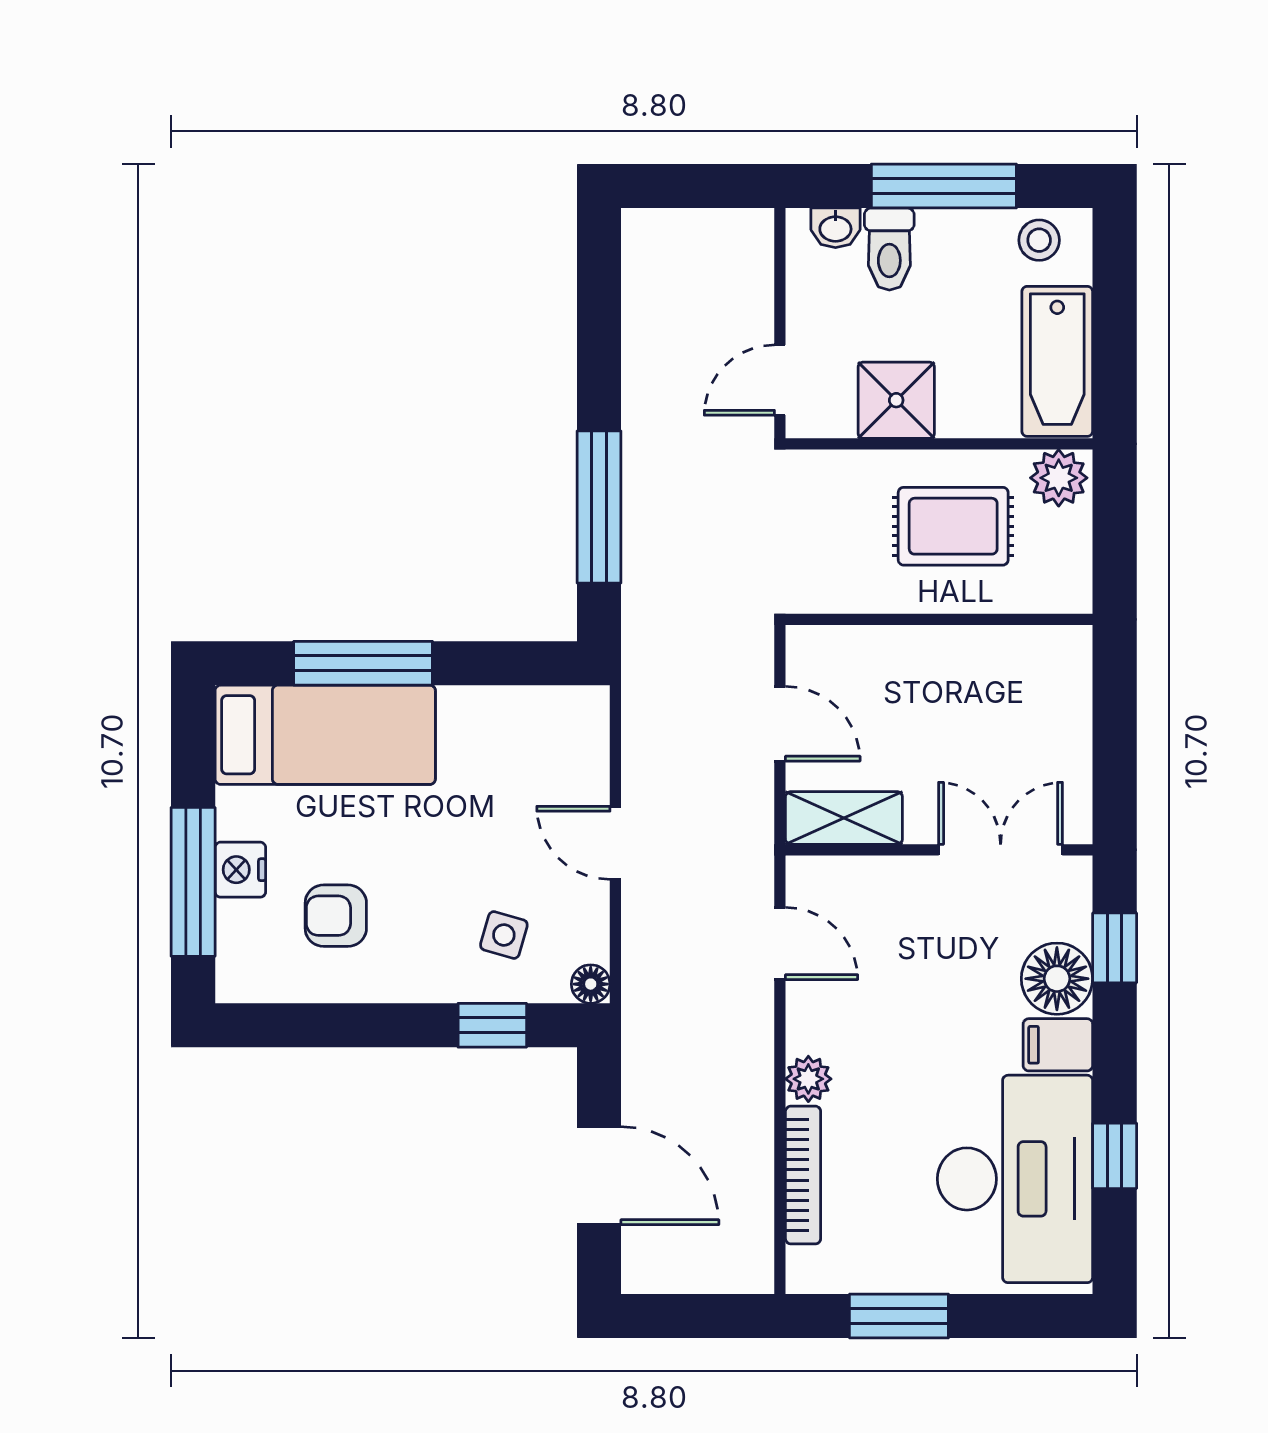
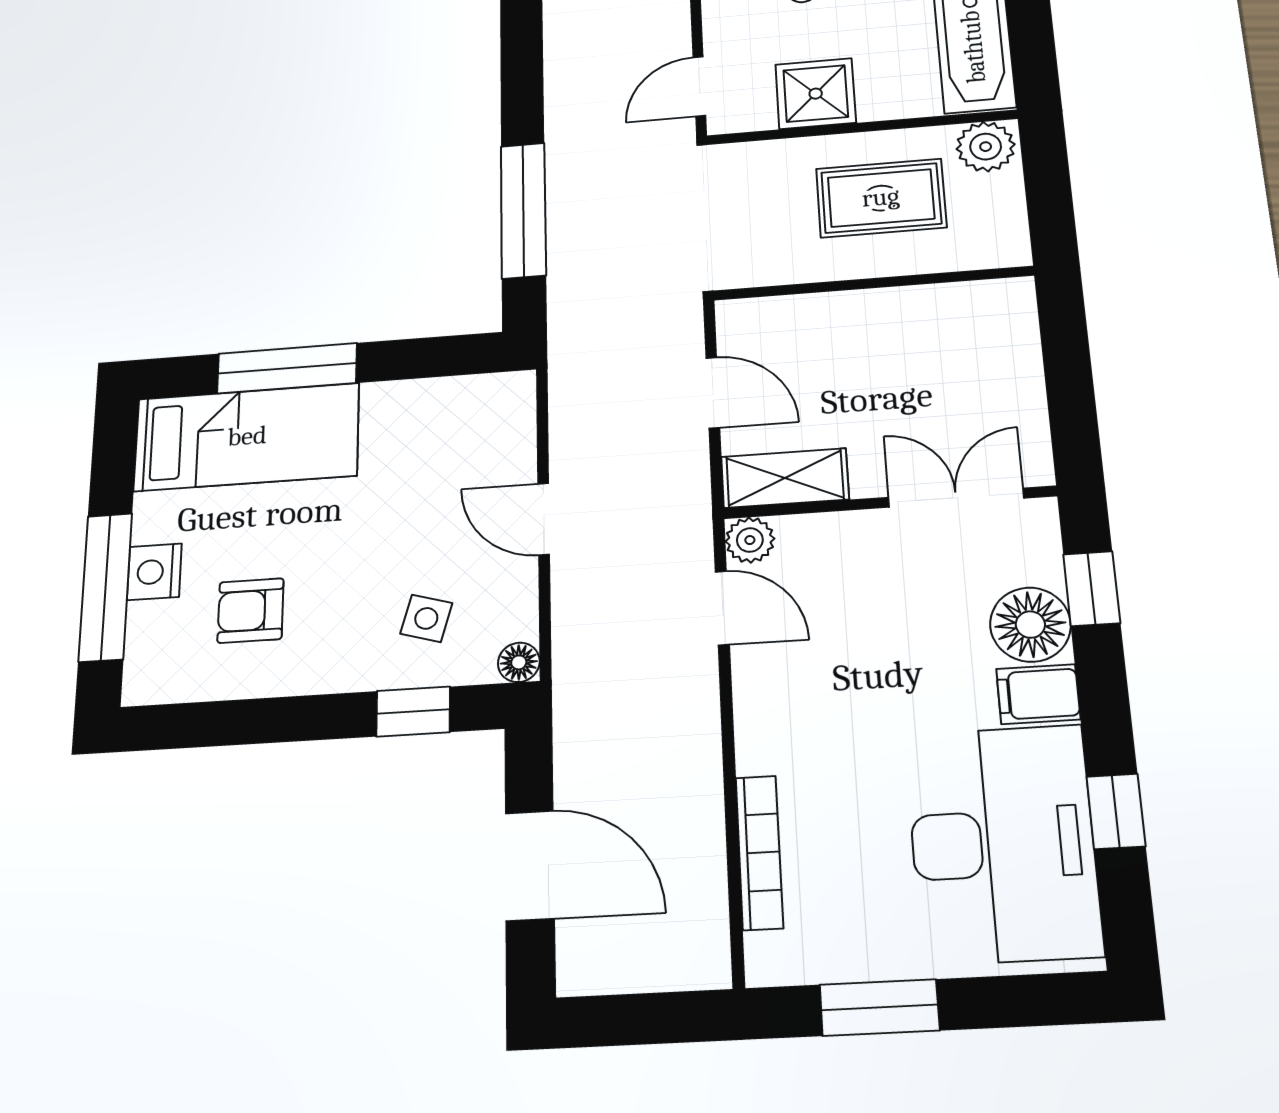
plant: (808, 1079) -> (750, 540), moved

